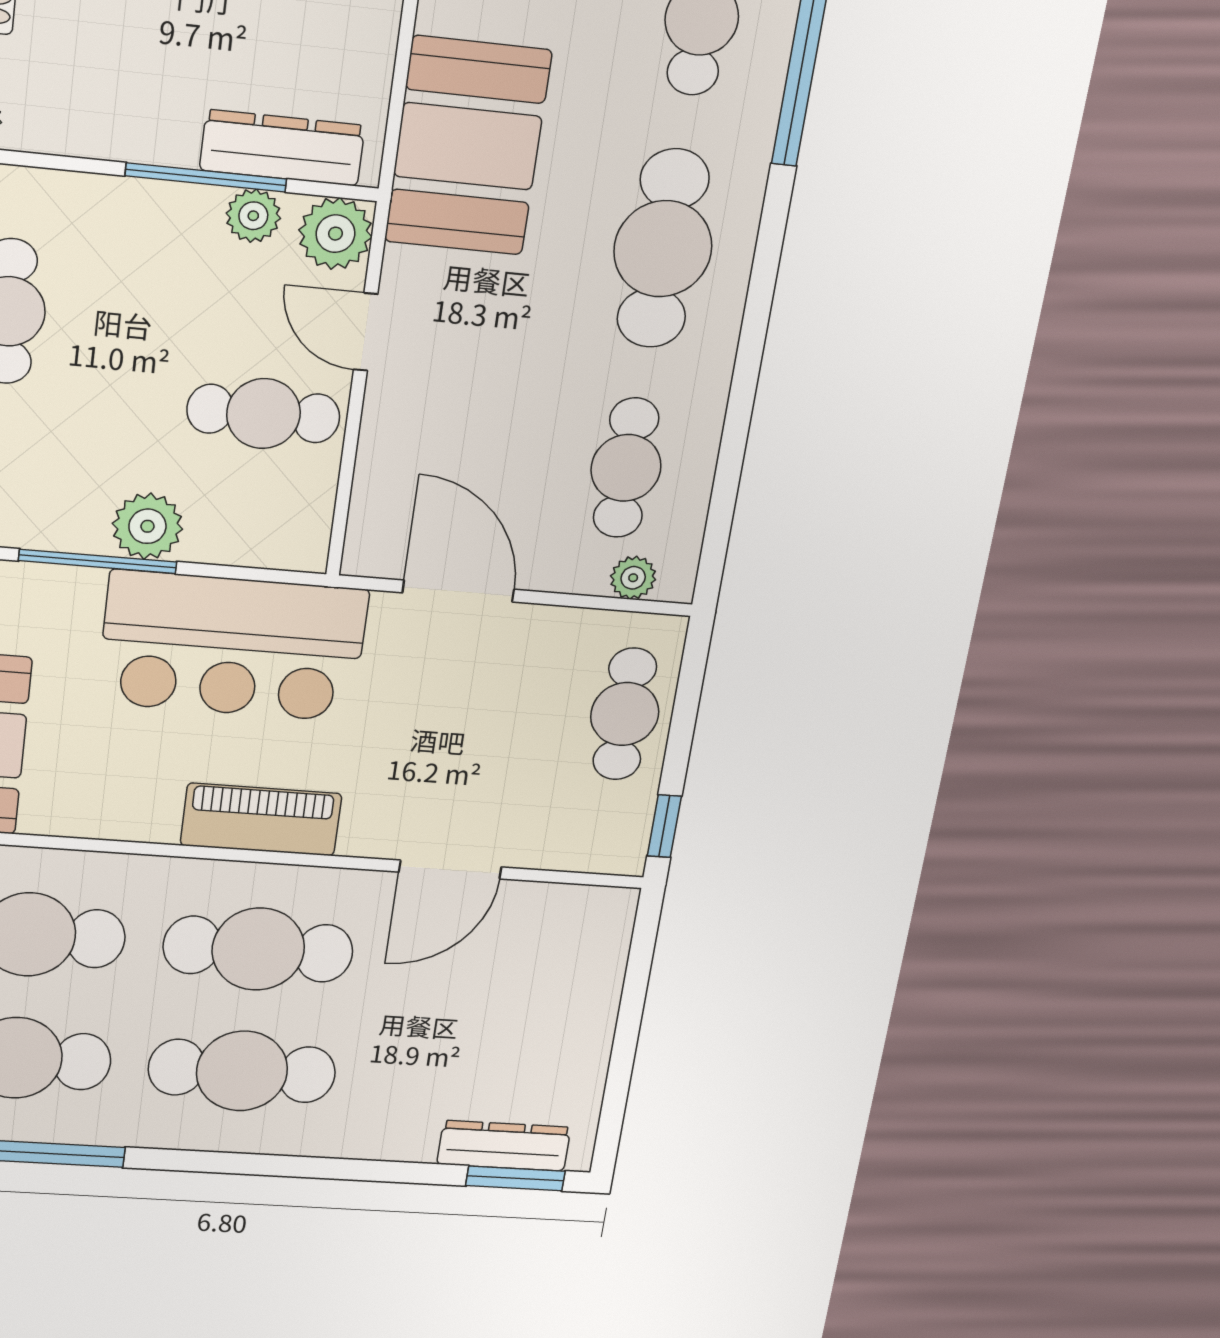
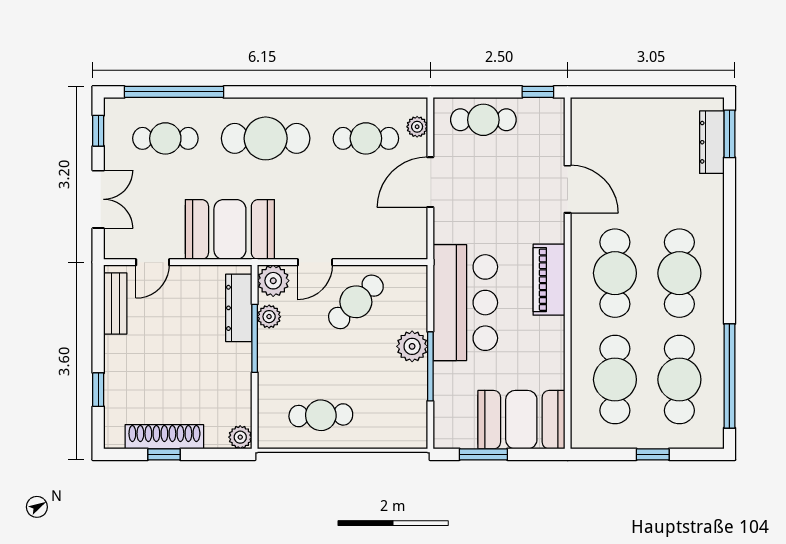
cafe table: (263, 414) -> (356, 302), turned 46
door: (458, 591) -> (430, 182), moved

